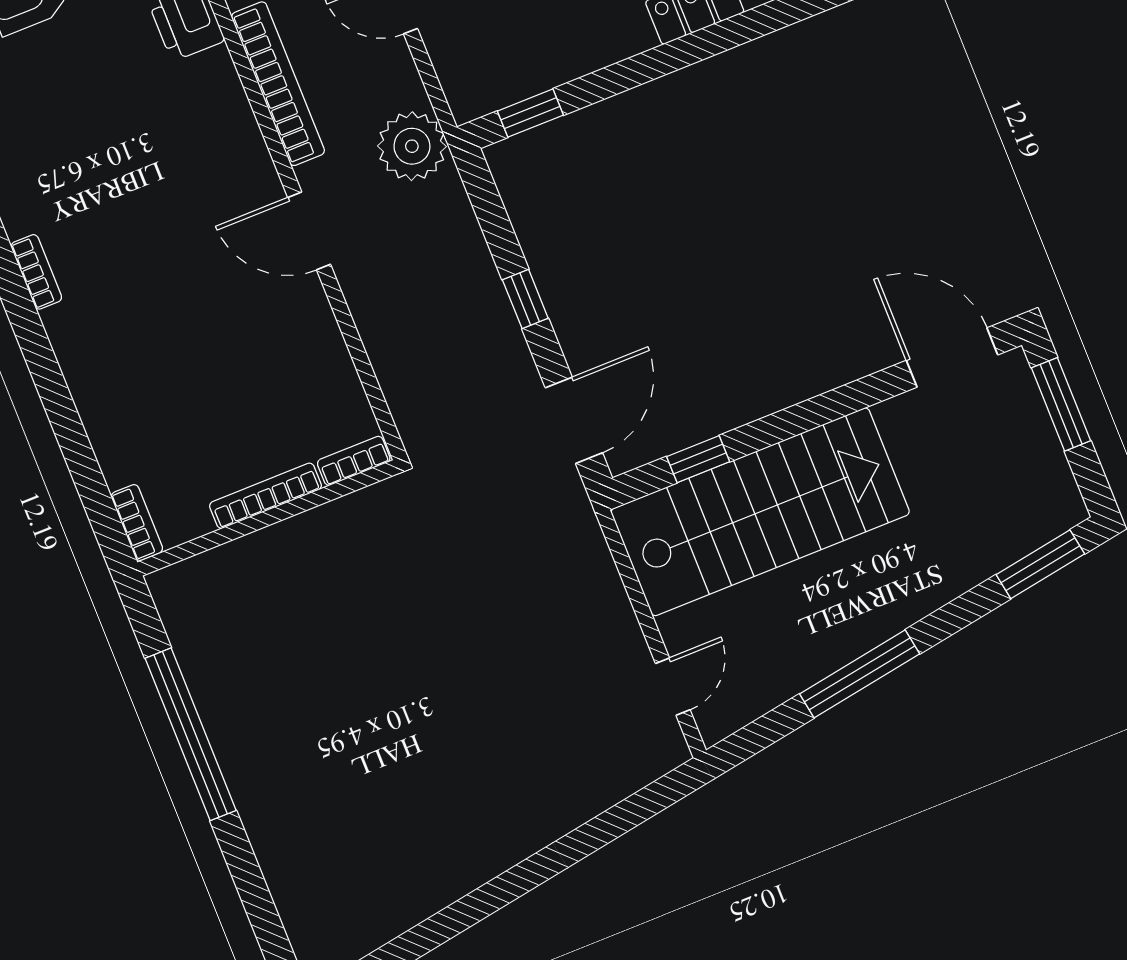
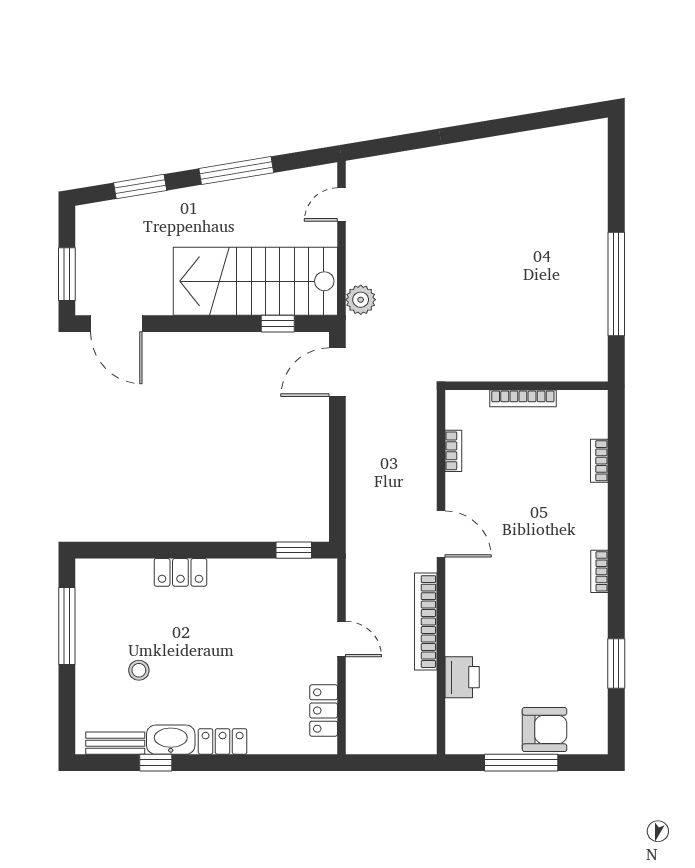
plant: (412, 146) -> (361, 300), moved, width x0.73, depth x0.73
window: (525, 299) -> (337, 449), removed
bookcase: (354, 461) -> (453, 451), moved, turned -90
bookcase: (137, 523) -> (599, 461), moved
window: (1040, 564) -> (140, 187), moved

